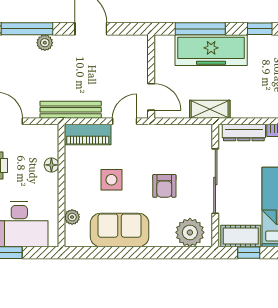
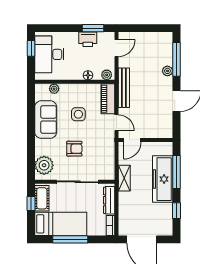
plant: (51, 136) -> (107, 75), added
armchair: (164, 186) -> (74, 149), turned 180

